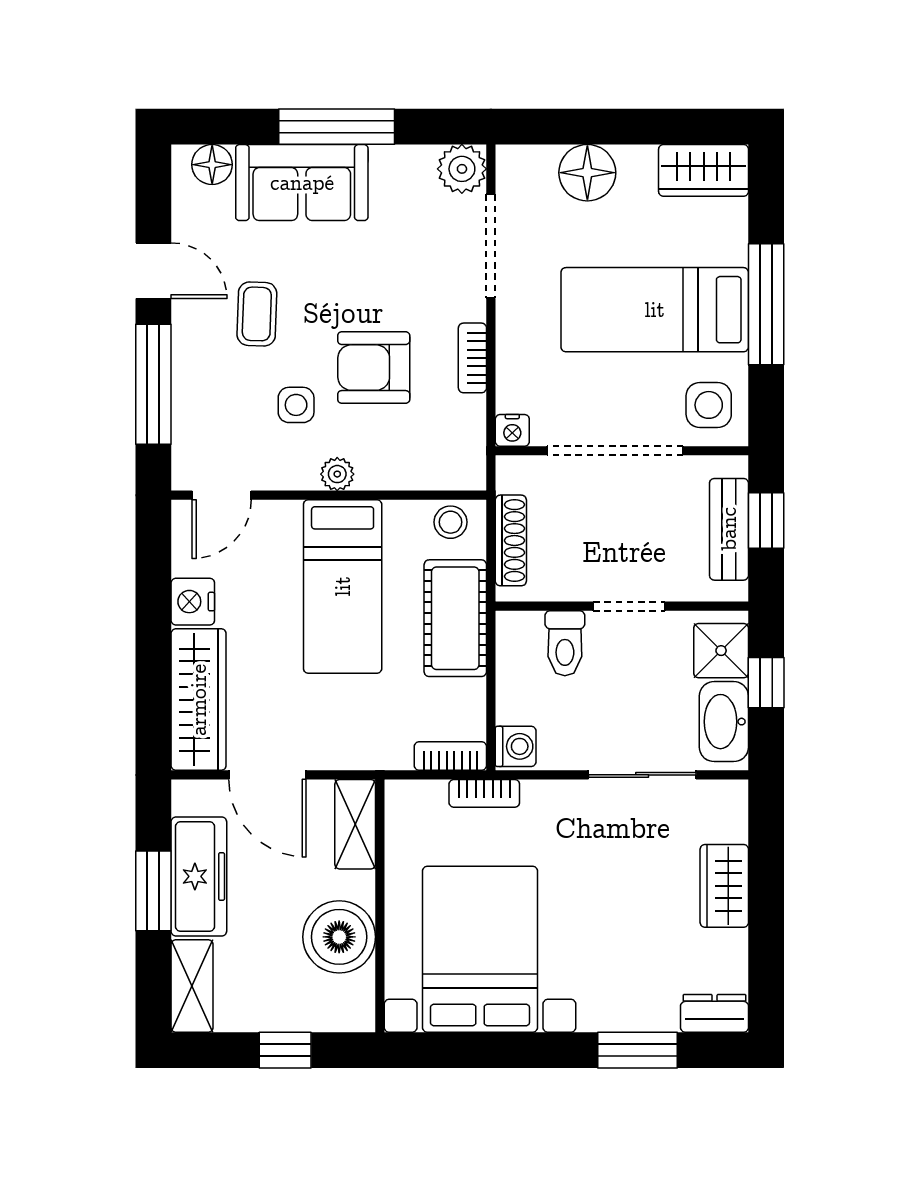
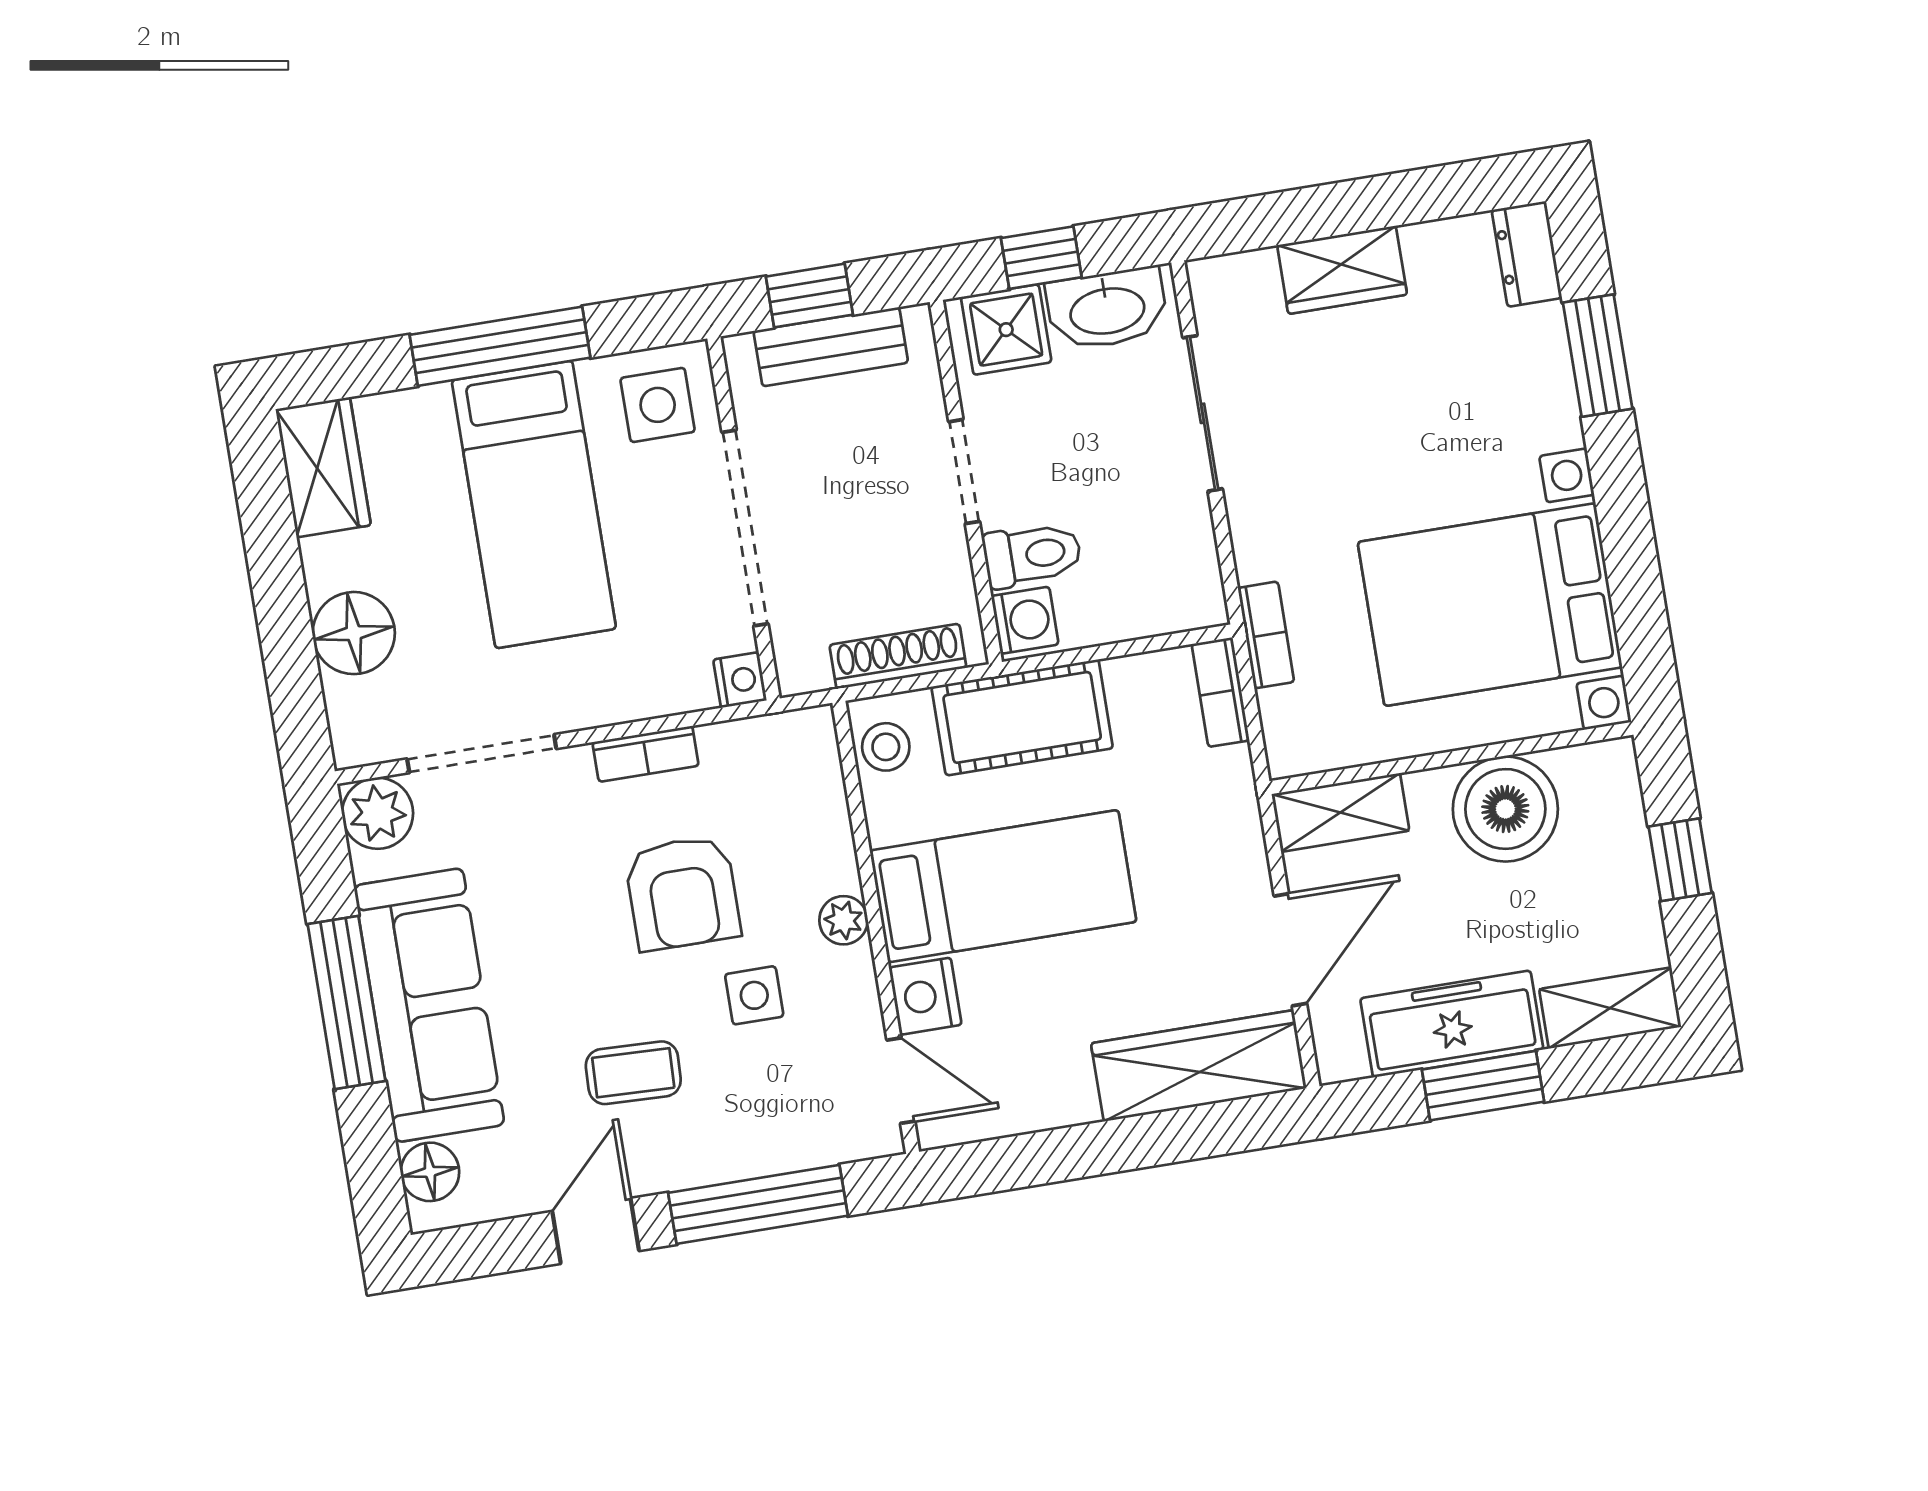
sofa: (302, 183) -> (429, 1005), width x1.36
nightstand: (193, 602) -> (925, 996), moved, turned 90
washing machine: (516, 746) -> (1025, 620), moved, turned 90

